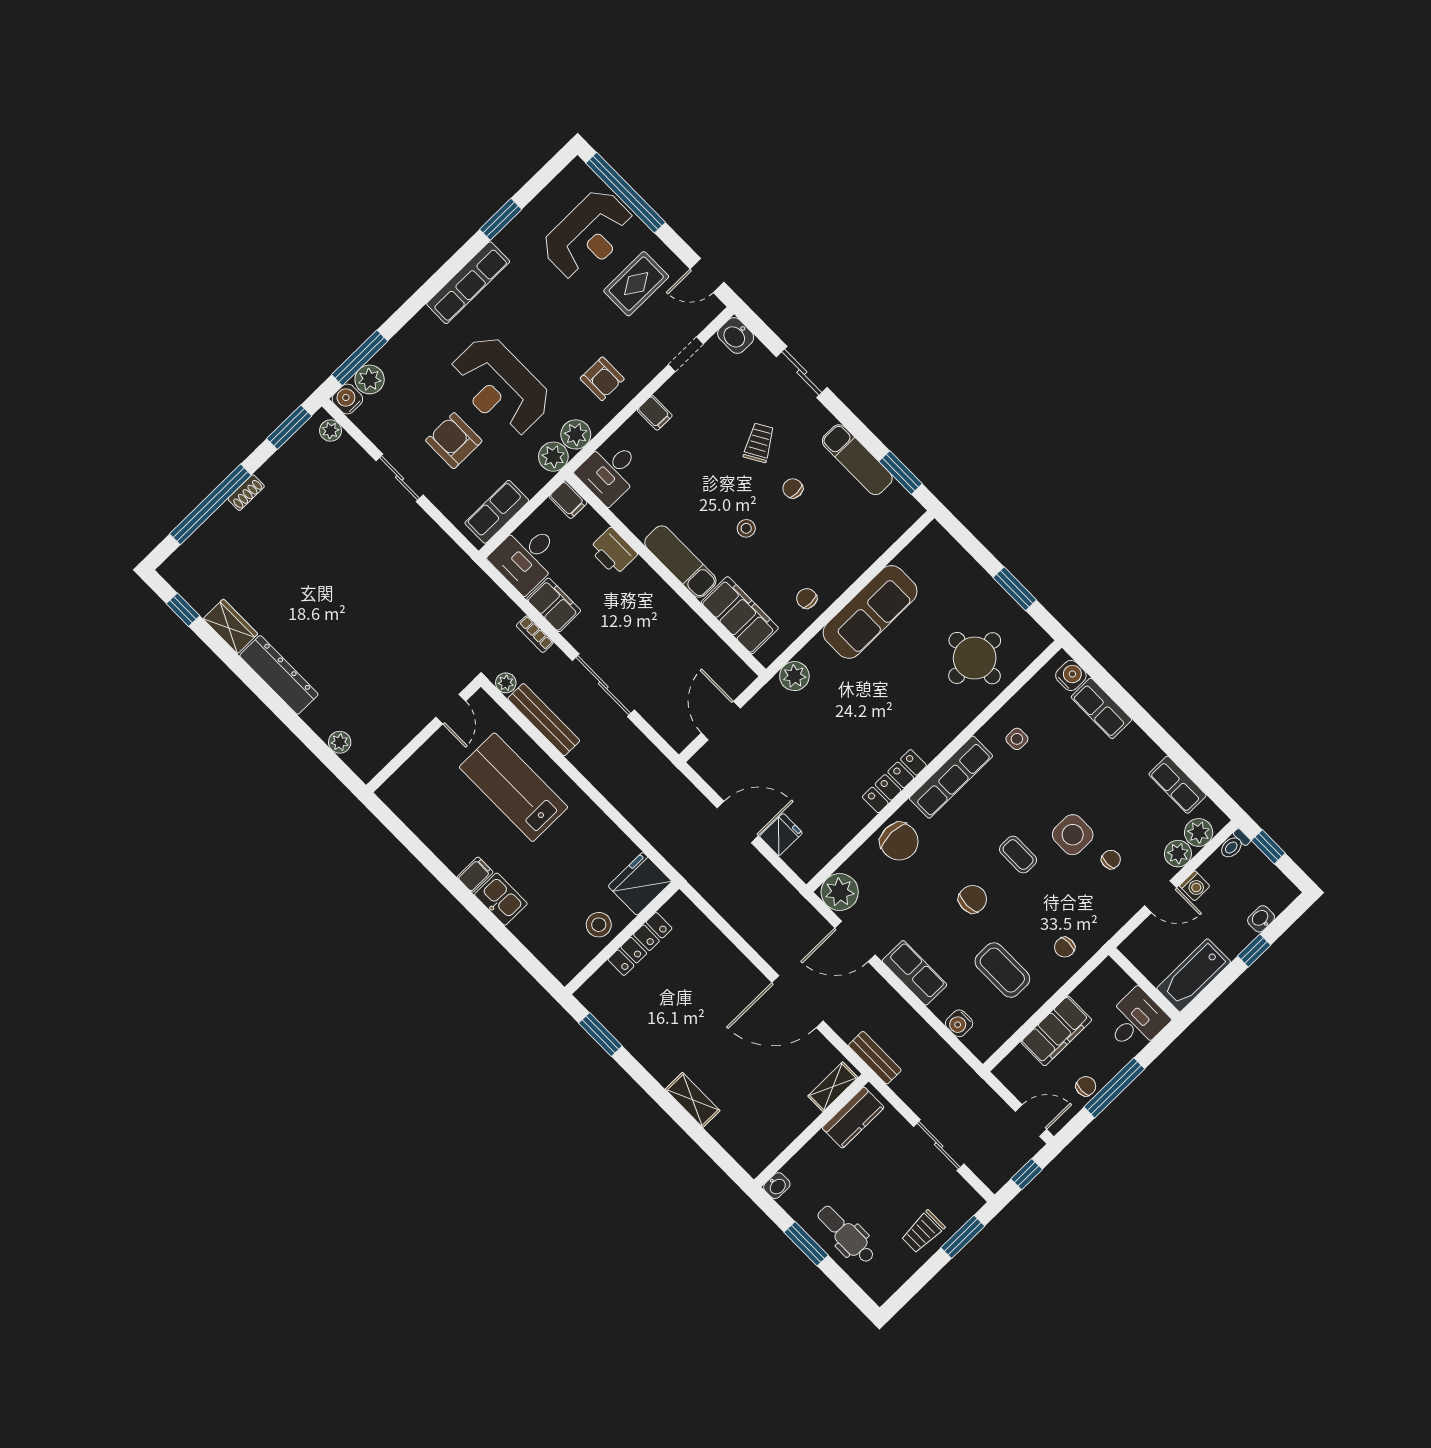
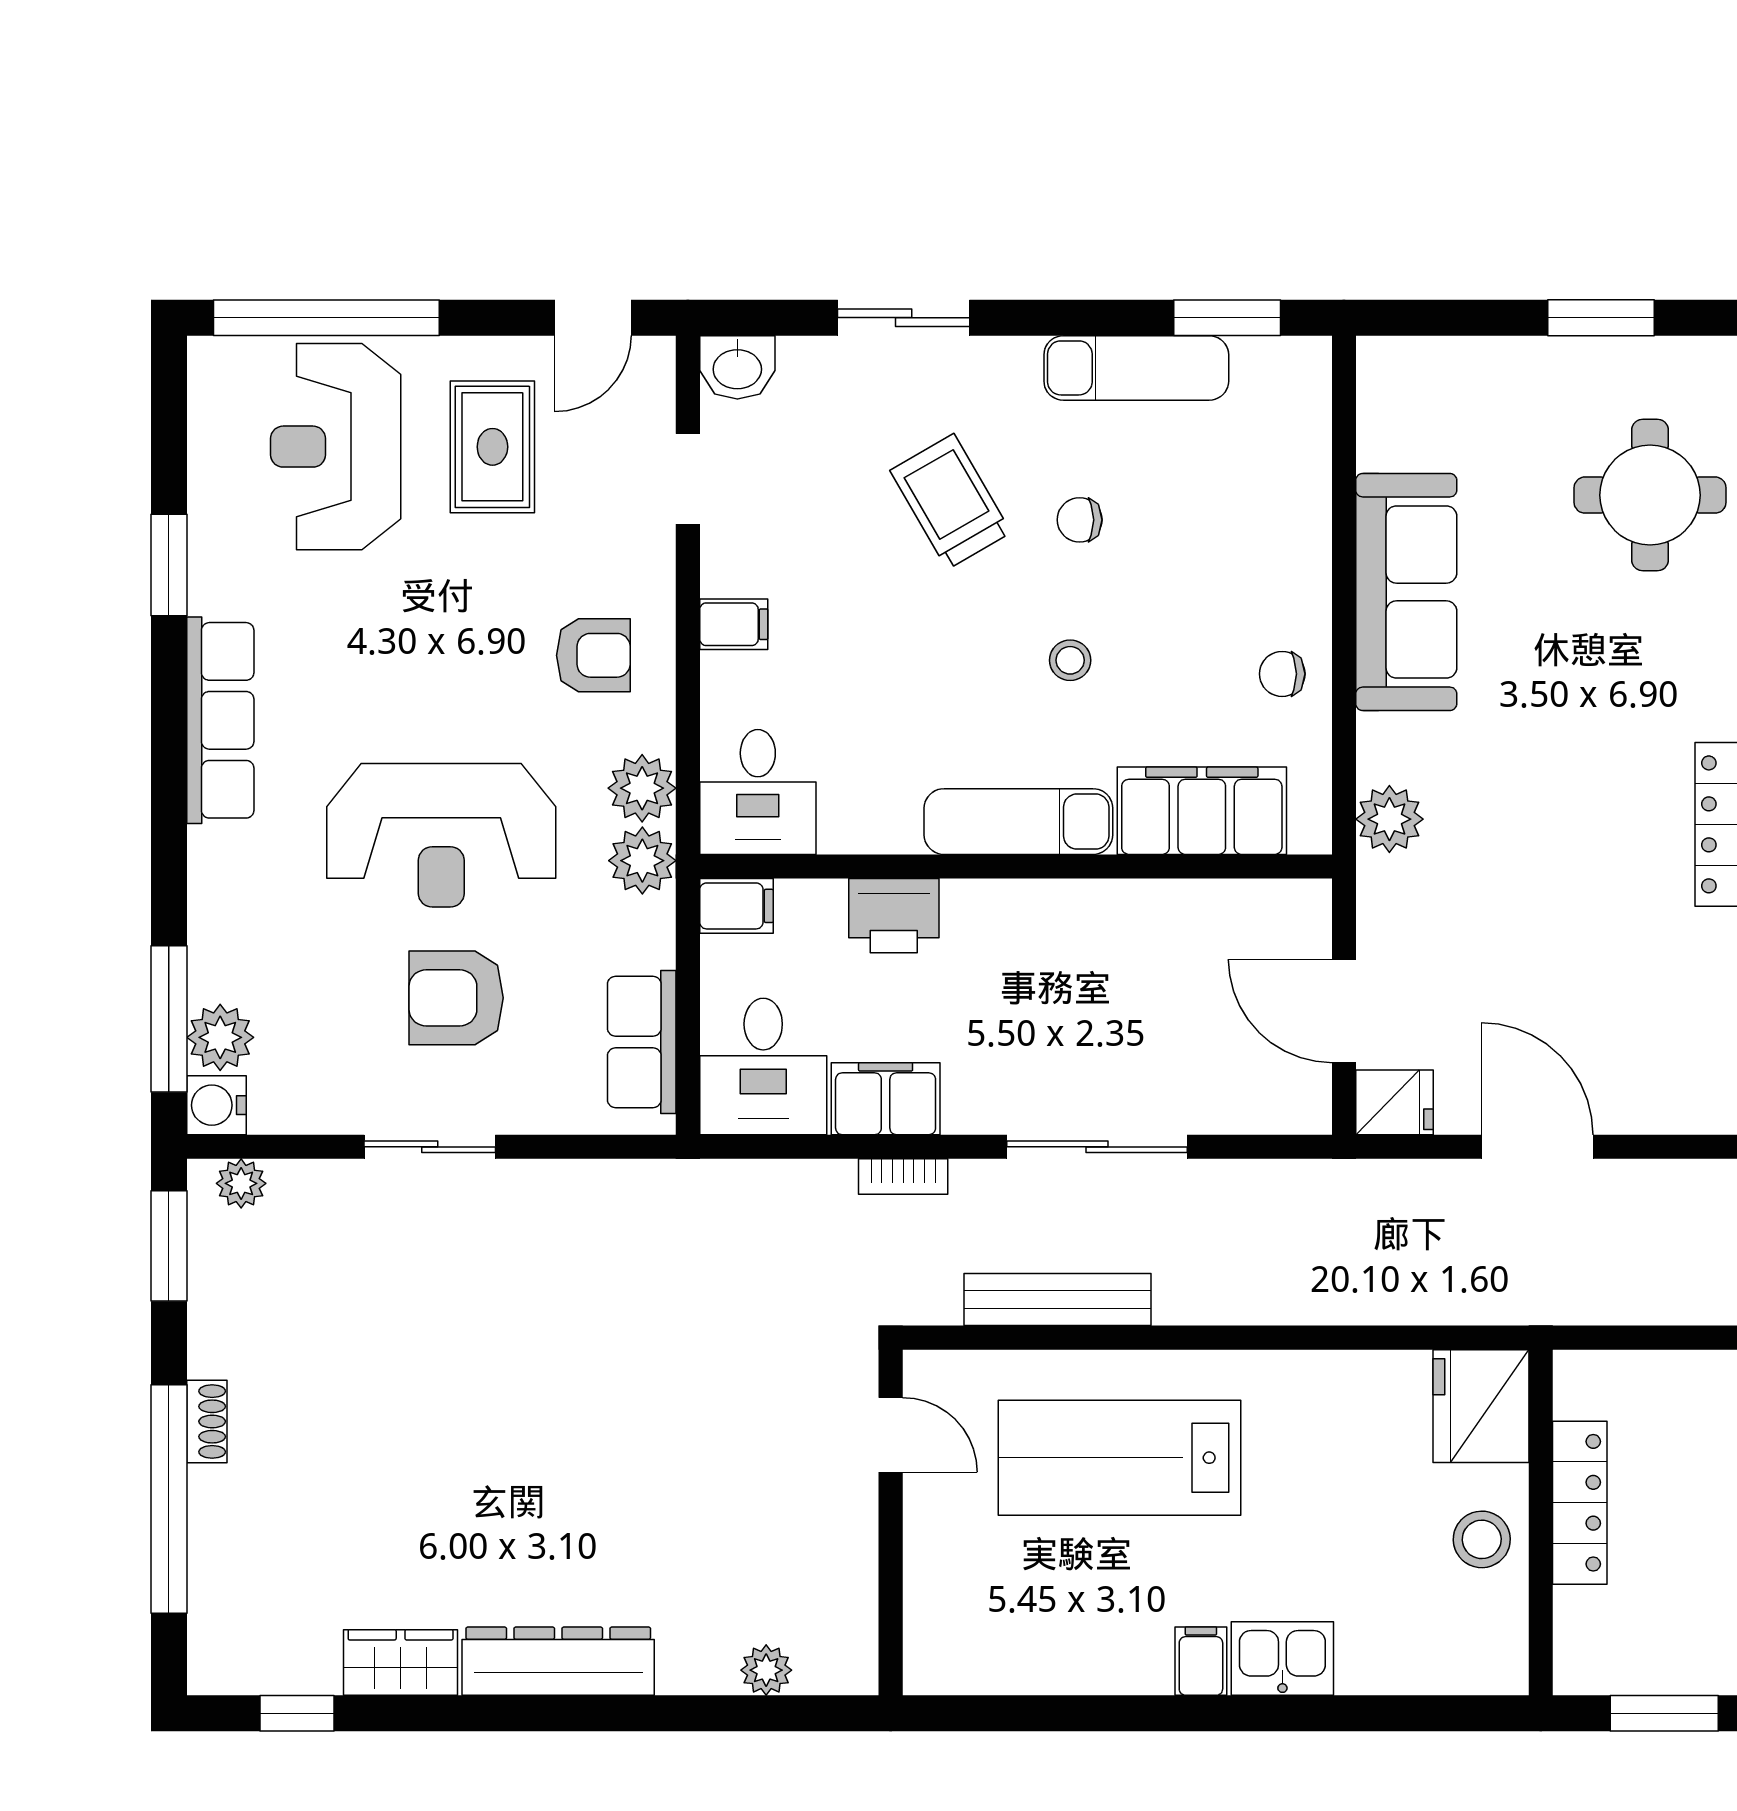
reception desk: (588, 235) -> (336, 447), turned 180
trolley: (759, 443) -> (951, 501), width x1.36, depth x1.39
plant: (506, 683) -> (936, 1303), removed
door: (738, 822) -> (1537, 1147), hinge flipped
fridge: (781, 835) -> (1395, 1102), moved, turned 90

